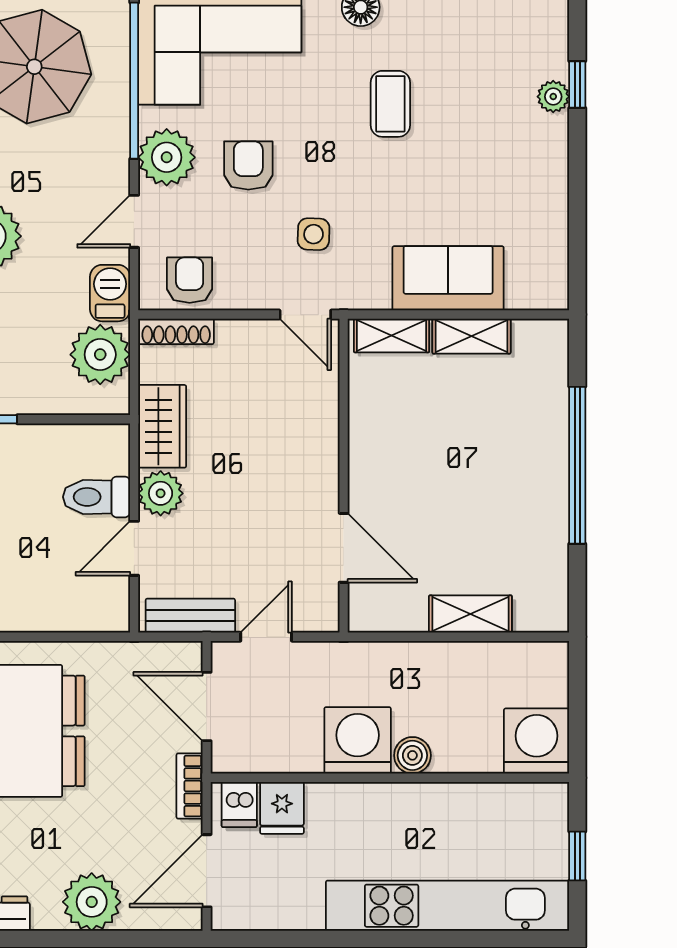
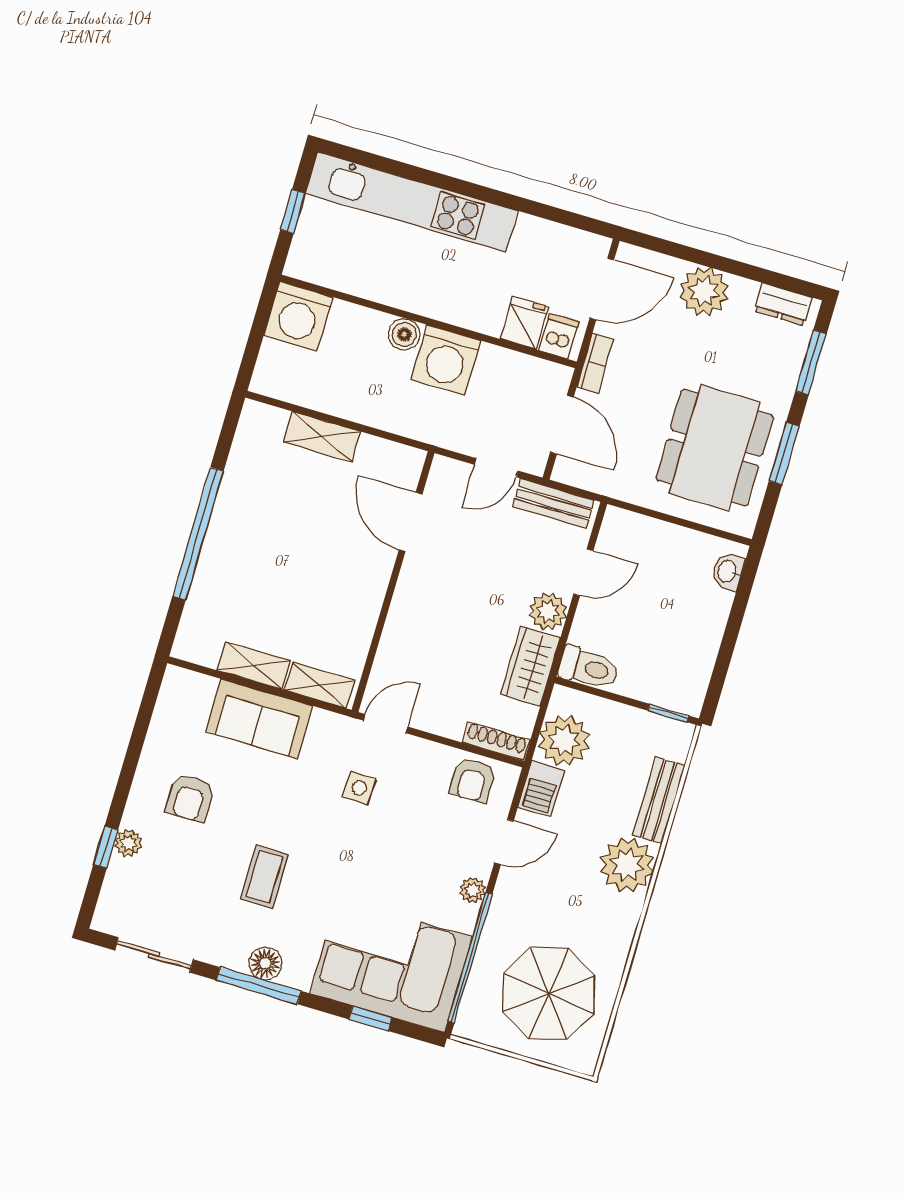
plant: (167, 157) -> (473, 890), width x0.53, depth x0.53
armchair: (248, 166) -> (190, 798), moved
door: (305, 315) -> (386, 724), hinge flipped
toilet: (97, 497) -> (589, 668), moved

